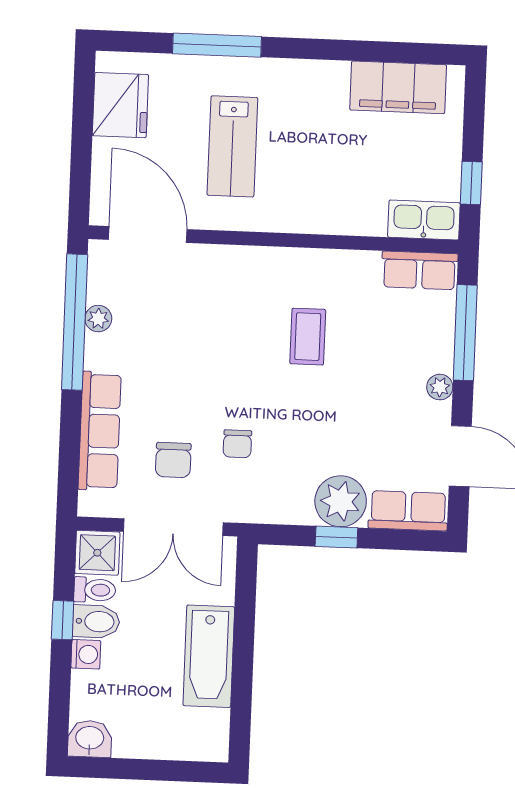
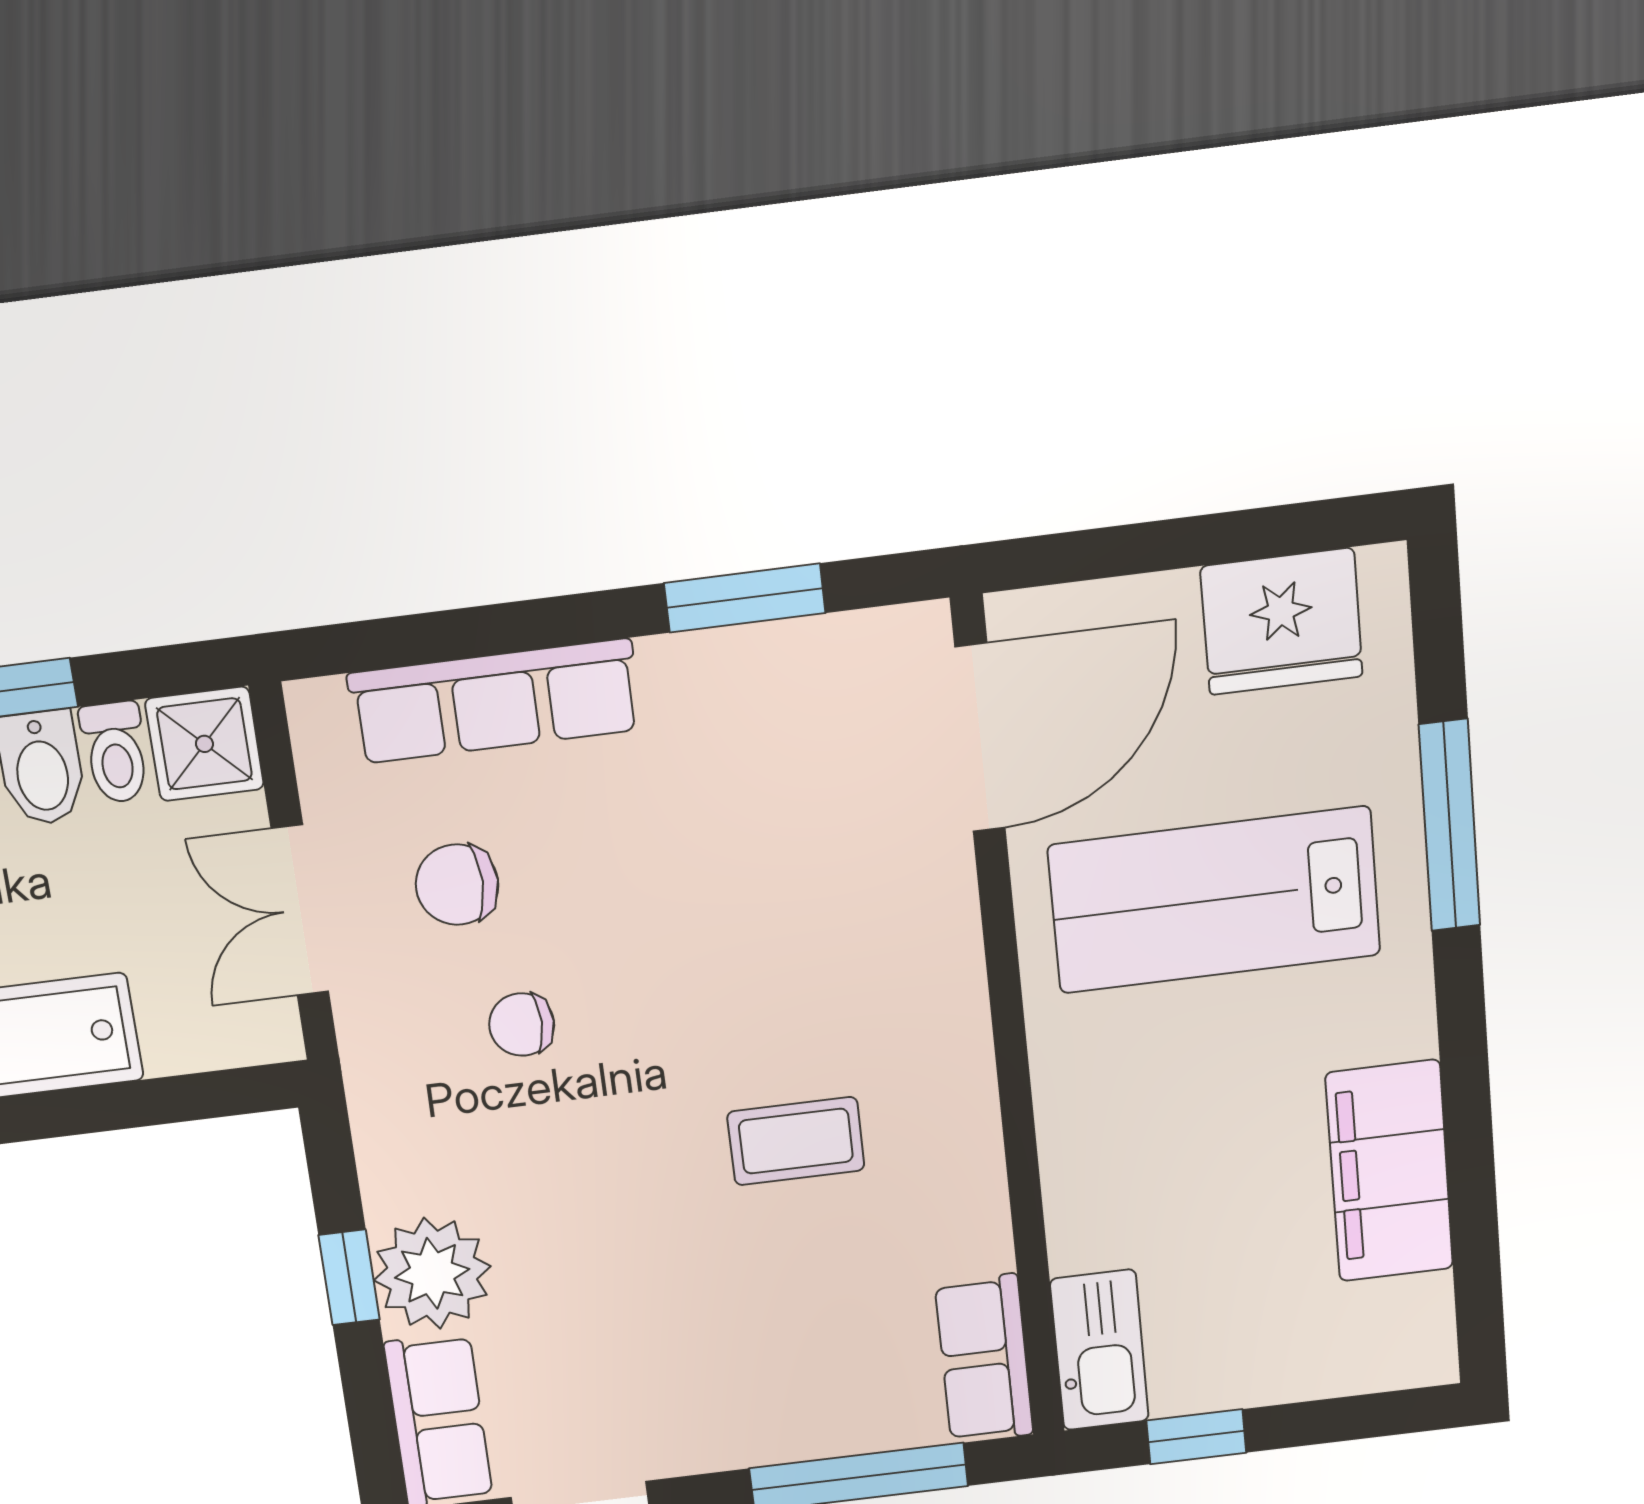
filing cabinet: (398, 87) -> (1389, 1171), moved
lab bench: (232, 146) -> (1214, 900), width x1.36, depth x1.39
plant: (98, 319) -> (762, 654), removed
window: (75, 322) -> (745, 598), width x0.47
plant: (440, 387) -> (728, 1443), removed
double door: (173, 527) -> (300, 910), width x0.73

